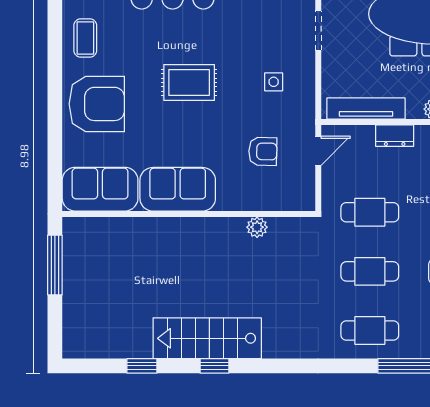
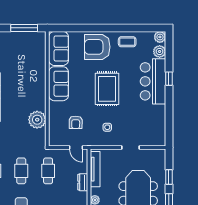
rug: (189, 83) -> (107, 89), width x1.36, depth x1.43
armchair: (97, 104) -> (97, 47), turned 90
plant: (257, 227) -> (37, 120), width x1.88, depth x1.88

